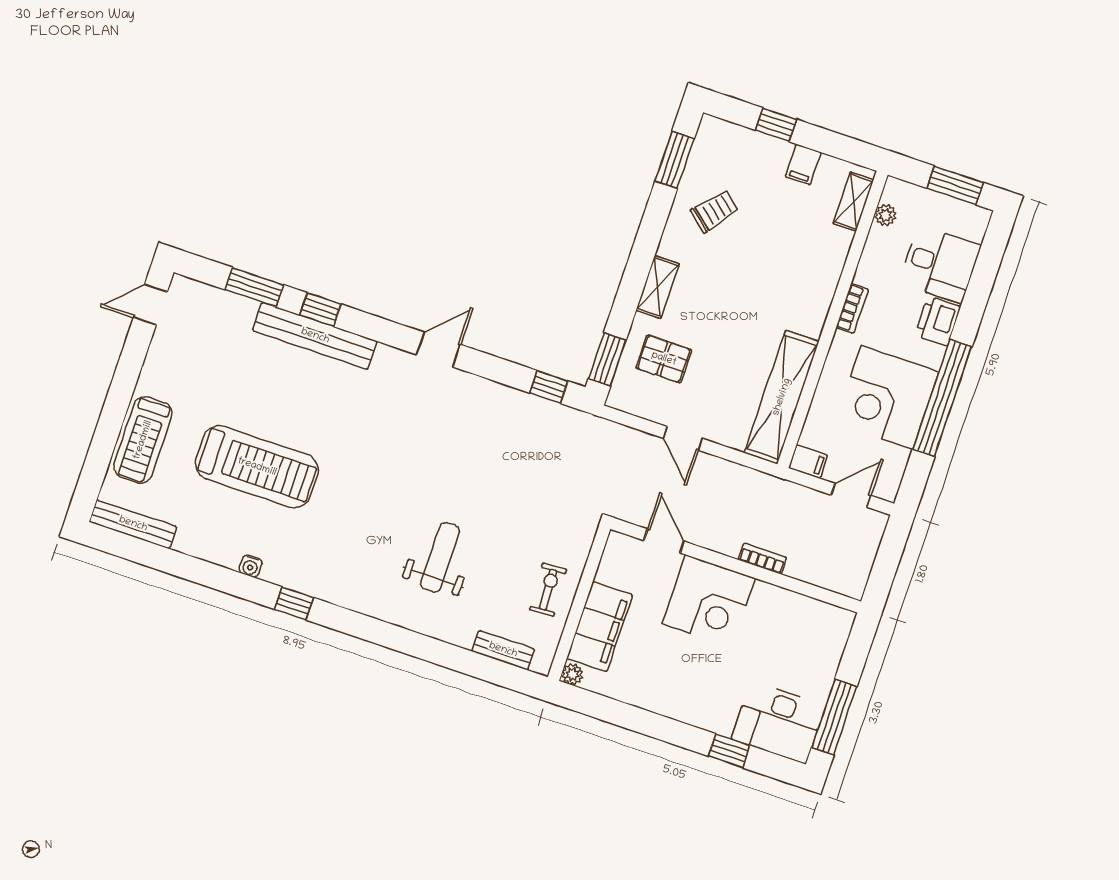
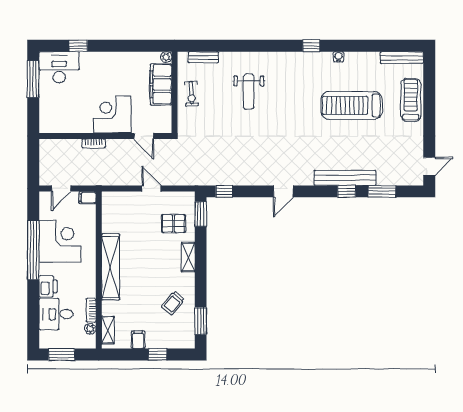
bookcase: (852, 308) -> (91, 310), moved
shelving: (782, 397) -> (111, 267), moved

